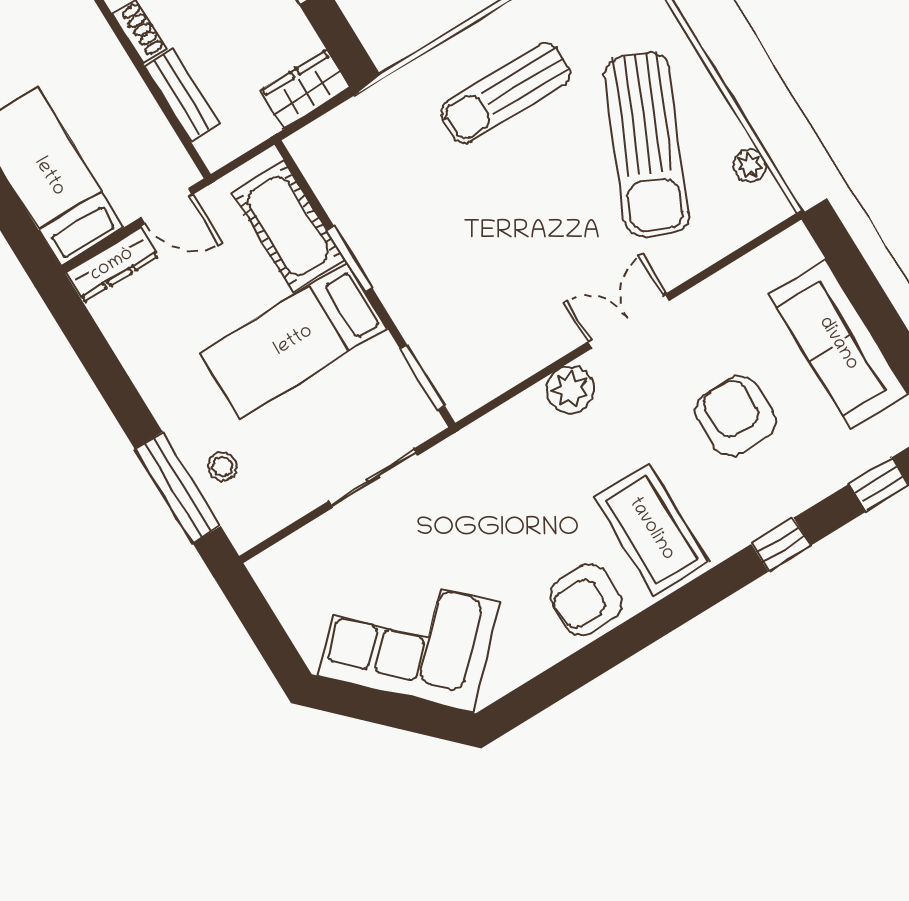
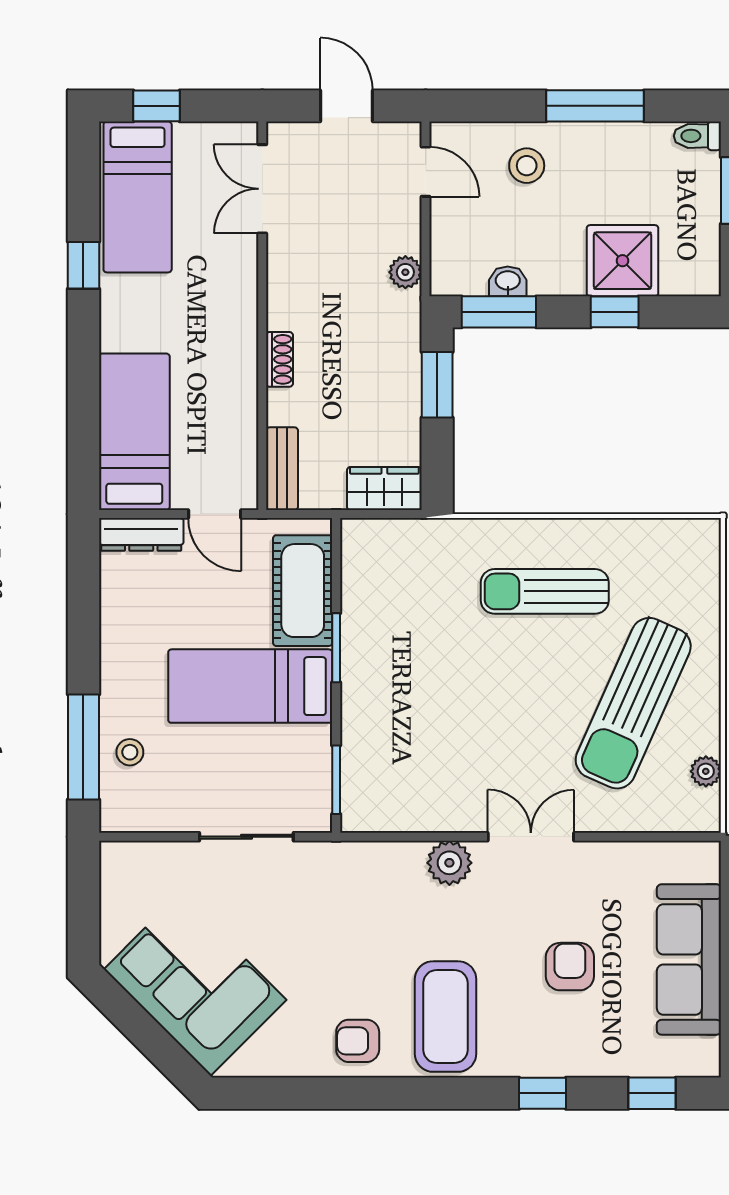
bench: (182, 95) -> (282, 469), moved
armchair: (735, 416) -> (570, 967), width x0.72, depth x0.72
armchair: (586, 600) -> (358, 1041), width x0.72, depth x0.72

